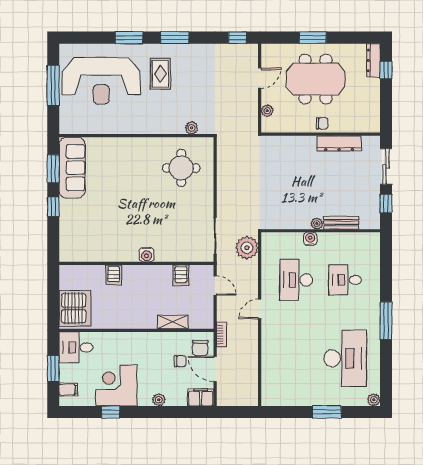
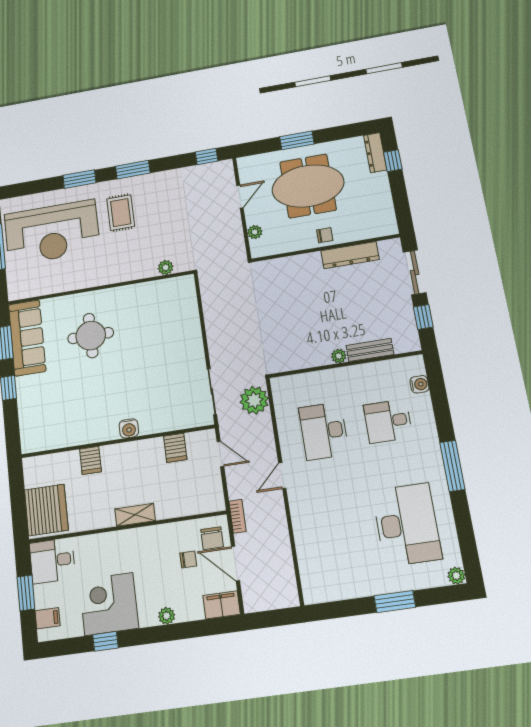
round table: (181, 168) -> (91, 336), moved
water cooler: (310, 239) -> (419, 384), moved, turned 90
shelving: (173, 322) -> (135, 515), moved

